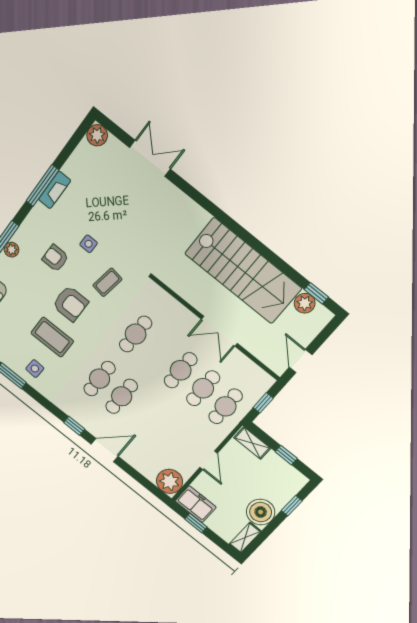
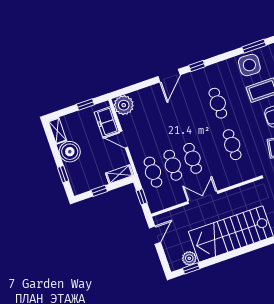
door: (301, 361) -> (155, 235), hinge flipped
side table: (35, 369) -> (249, 65), width x1.87, depth x1.87
cafe table: (122, 396) -> (198, 110), removed
freezer: (196, 504) -> (107, 122), moved, turned 90

